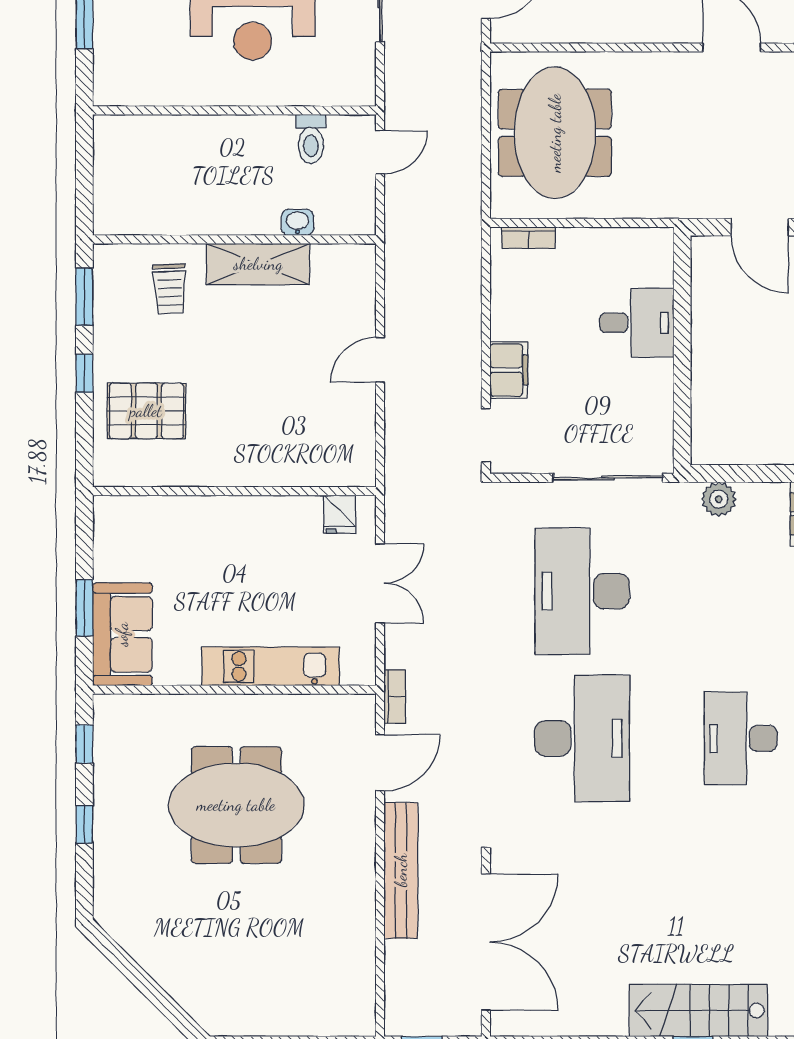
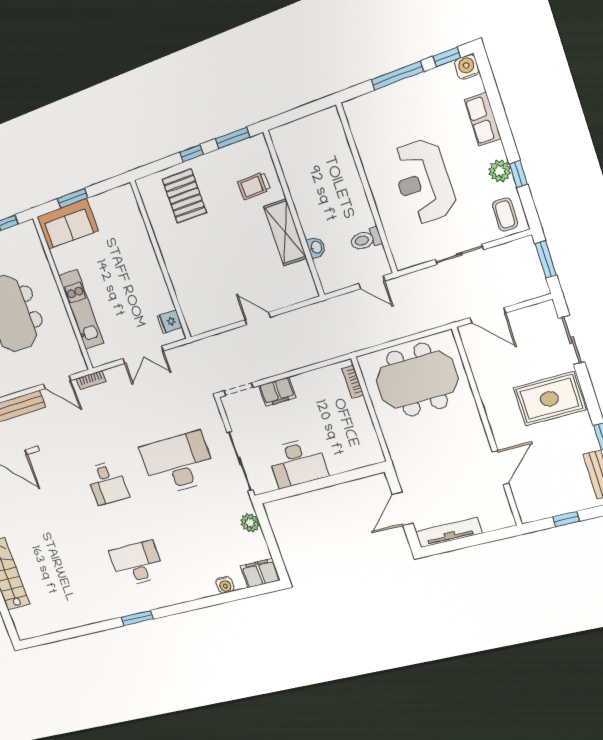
desk: (637, 323) -> (297, 463), moved, width x1.37
desk: (582, 738) -> (107, 483), width x0.53, depth x0.77

